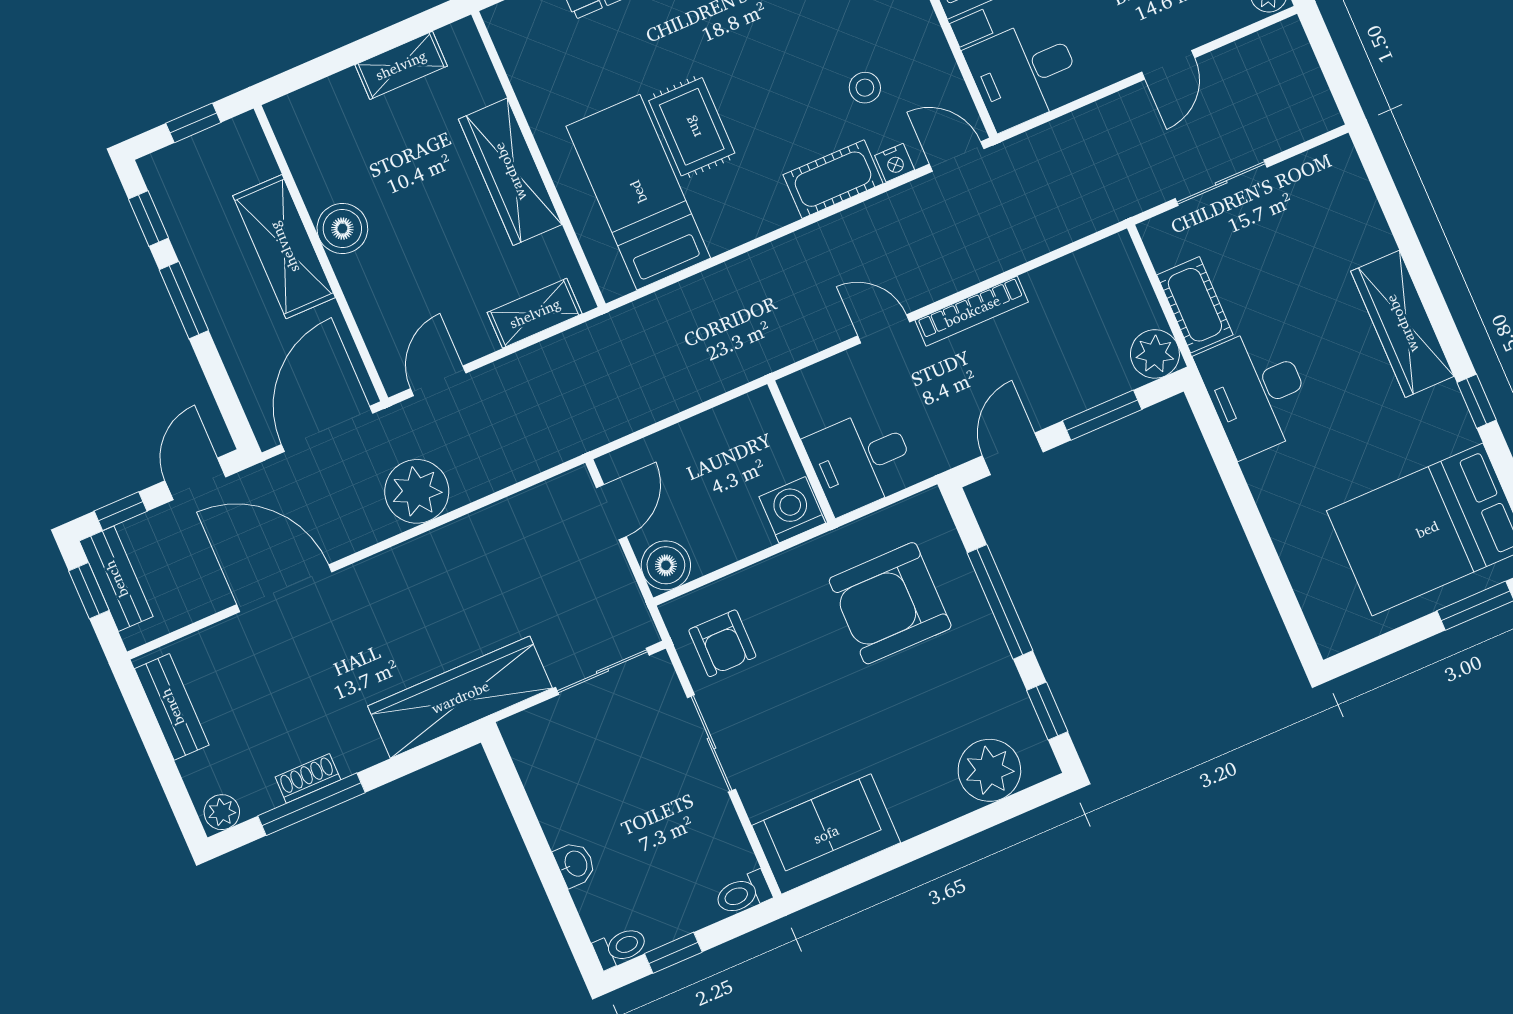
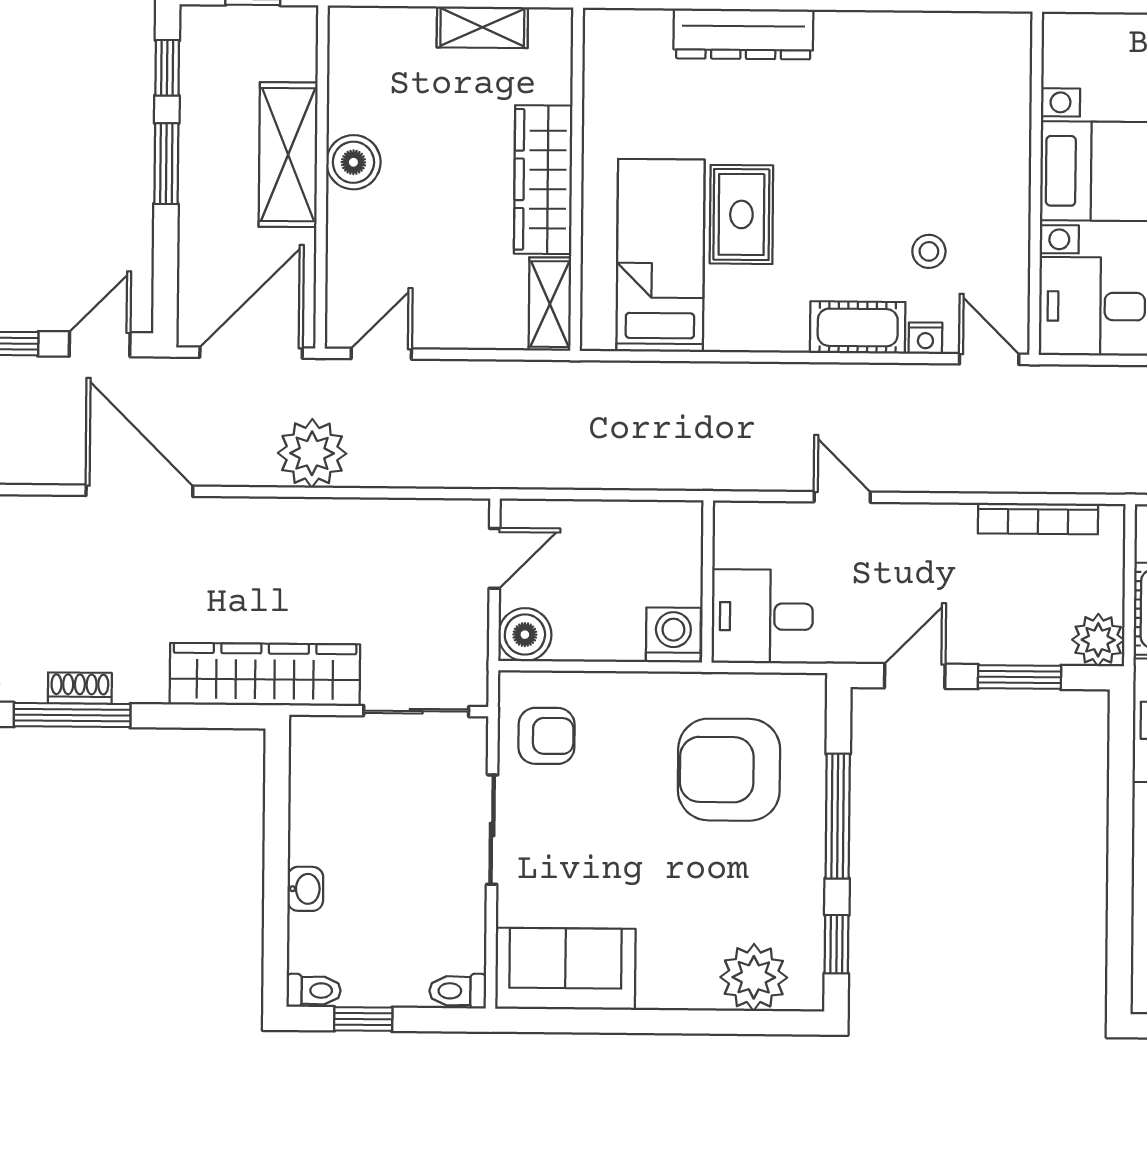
bookcase: (972, 311) -> (1038, 519), moved
shelving: (535, 313) -> (550, 304), moved, turned 90
armchair: (722, 643) -> (546, 736), turned -90

